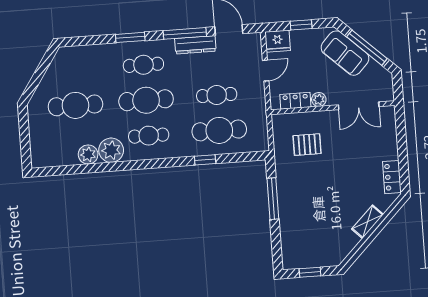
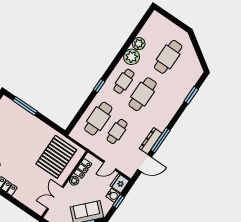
window: (130, 37) -> (191, 95), moved
water cooler: (299, 37) -> (113, 195), added
cafe table: (143, 65) -> (161, 107), removed
door: (266, 71) -> (110, 166), hinge flipped
pallet: (307, 145) -> (56, 157), width x2.05, depth x2.00
window: (205, 160) -> (99, 86), moved
window: (273, 199) -> (25, 106), moved

